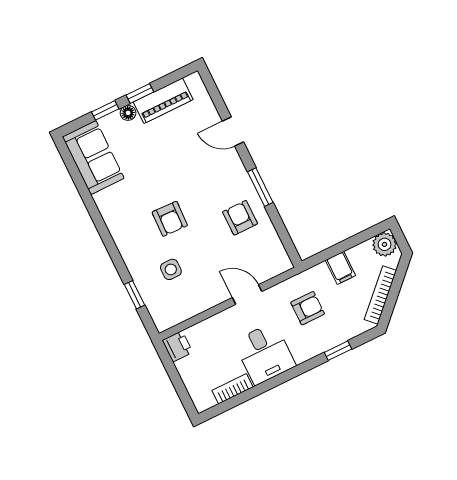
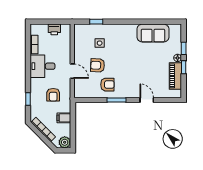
door: (233, 132) -> (147, 100), hinge flipped
sofa: (93, 157) -> (153, 33), moved
armchair: (170, 219) -> (98, 65), moved
door: (247, 295) -> (72, 71), hinge flipped
printer: (177, 346) -> (54, 29), moved

